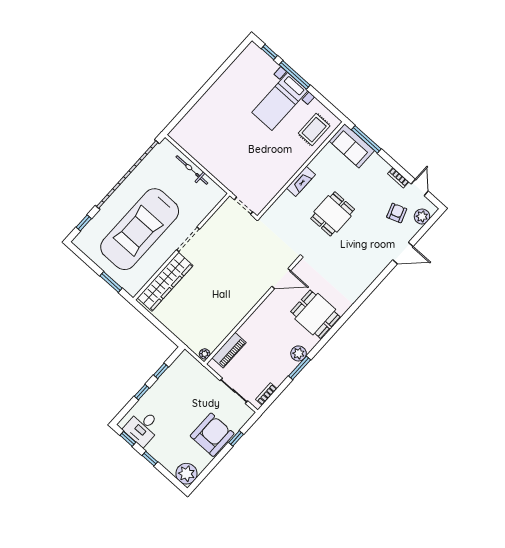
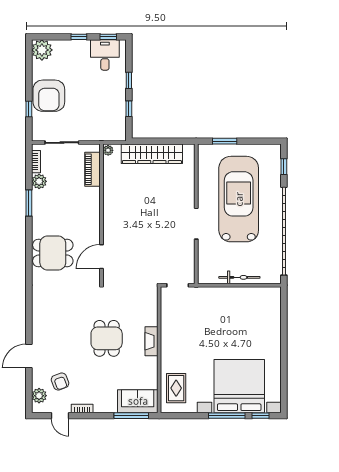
bed with nightstands: (280, 102) -> (239, 386), width x1.85
wardrobe: (165, 282) -> (152, 154), moved, turned -90
plant: (299, 353) -> (39, 181), moved

